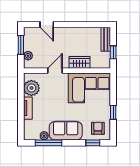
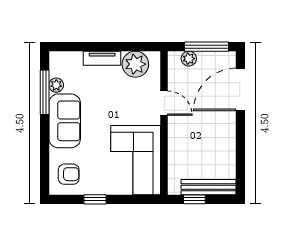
door: (47, 25) -> (240, 89), width x1.88
bench: (106, 39) -> (209, 187), width x1.36
window: (21, 45) -> (207, 47), width x1.44
wardrobe: (79, 62) -> (178, 143), removed
window: (93, 143) -> (45, 166), removed

